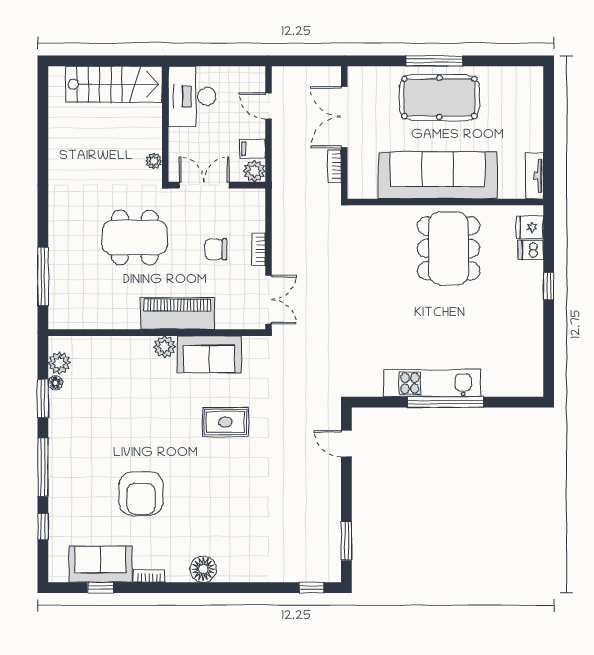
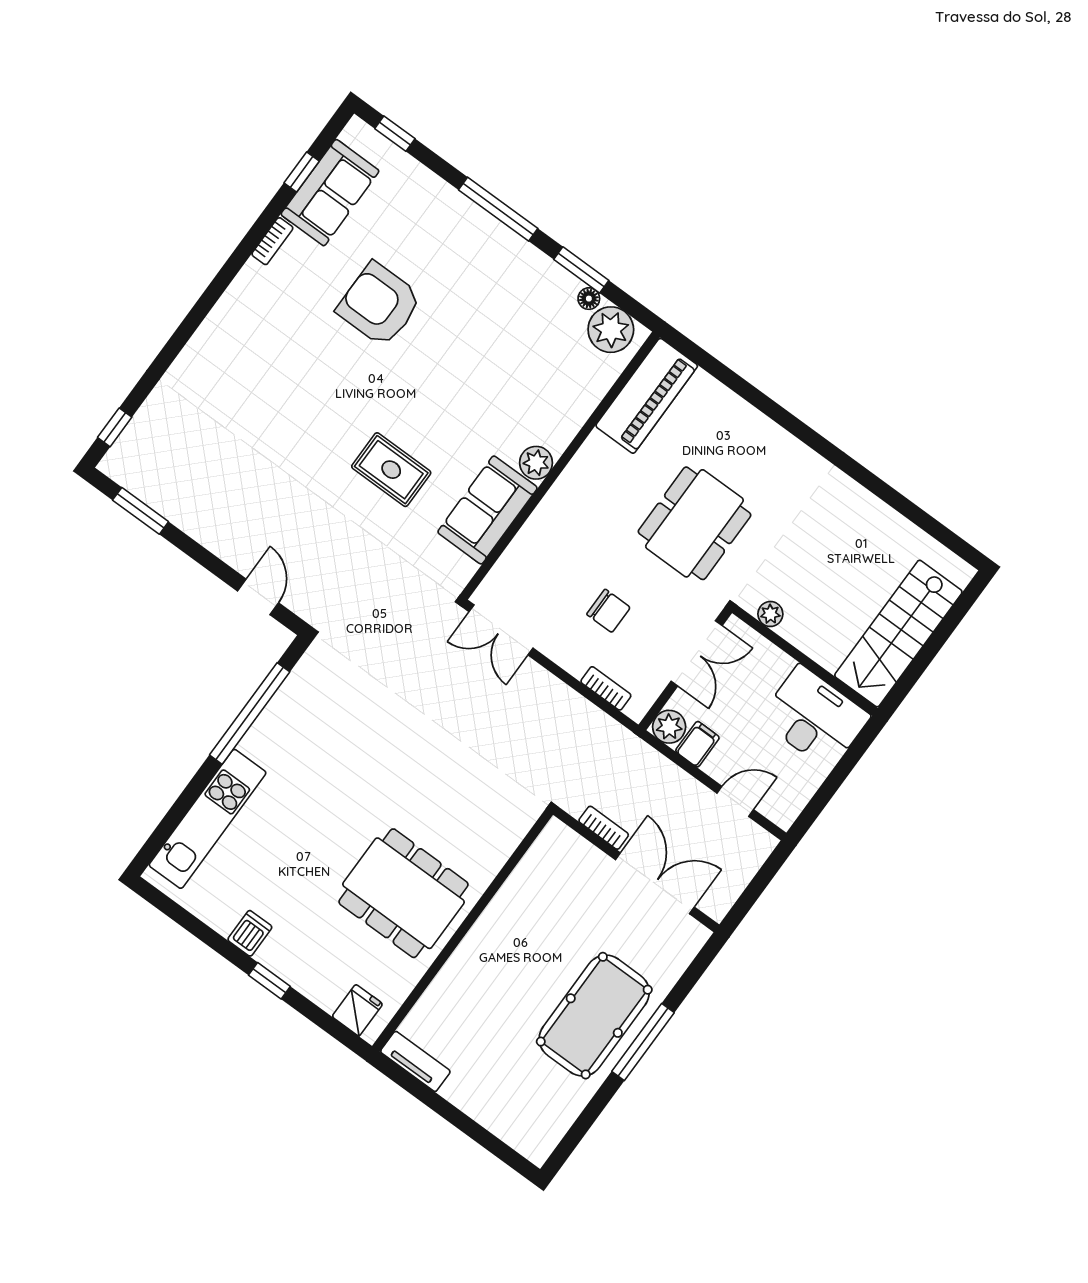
sofa: (438, 175) -> (502, 945), removed
chair: (216, 249) -> (608, 611), turned 90
bookcase: (259, 249) -> (606, 688), moved
dishwasher: (531, 250) -> (250, 933), moved
window: (43, 276) -> (729, 378), removed
piano: (178, 313) -> (647, 396), moved
plant: (59, 363) -> (611, 330), width x1.36, depth x1.36
kitchen unit: (432, 383) -> (208, 819), moved
window: (445, 402) -> (250, 713), moved
rug: (225, 422) -> (391, 470), turned 90
door: (346, 444) -> (258, 597), hinge flipped
window: (43, 527) -> (395, 134), moved
floor lamp: (203, 569) -> (233, 313), removed

